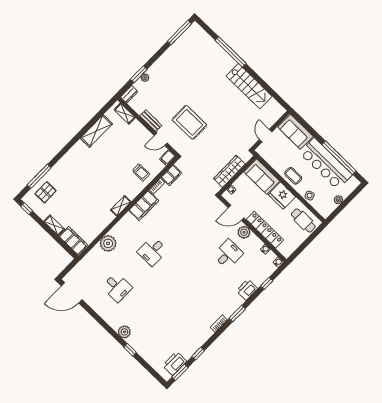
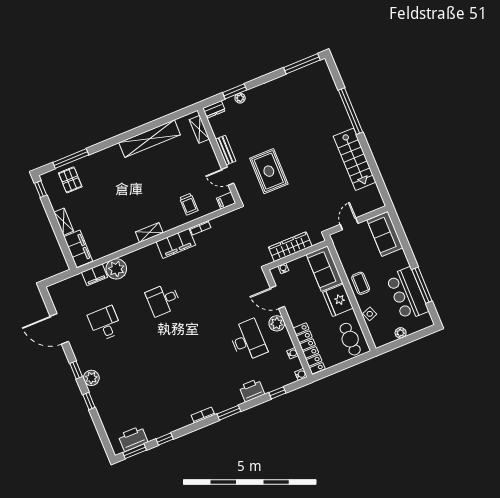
shelving: (96, 131) -> (150, 139), width x1.47
window: (339, 158) -> (422, 285), width x0.68
bar counter: (326, 164) -> (407, 294), width x0.73
filing cabinet: (171, 175) -> (95, 275), moved
pallet: (46, 192) -> (70, 180), turned 90
locker: (265, 230) -> (309, 348), moved
desk: (228, 254) -> (248, 340), width x1.37
desk: (117, 287) -> (105, 323), turned 180
door: (72, 293) -> (59, 329), moved
window: (111, 331) -> (76, 370), added

